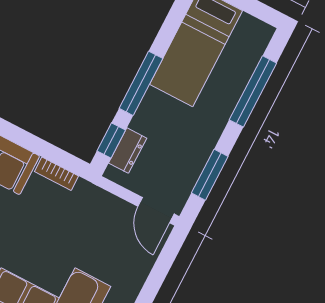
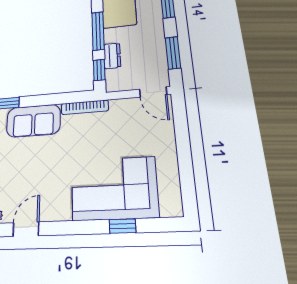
dresser: (128, 151) -> (112, 56), moved
bookcase: (56, 174) -> (85, 107), width x1.56

